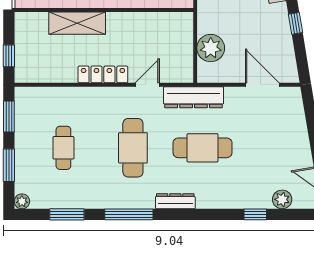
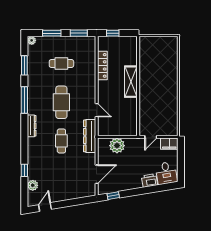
shelving: (77, 23) -> (131, 82), moved
window: (295, 23) -> (113, 196), moved
locker: (103, 74) -> (102, 65), moved
cafe table: (133, 148) -> (61, 102), turned 90
cafe table: (202, 148) -> (61, 141), width x0.73, depth x0.74

